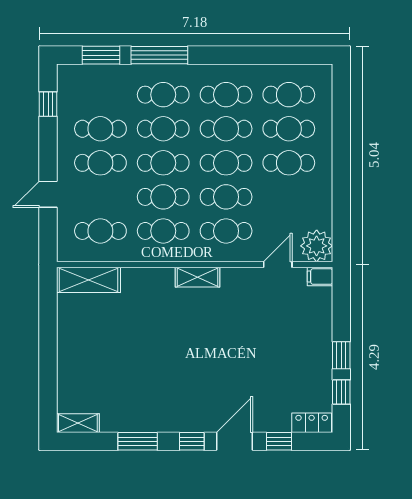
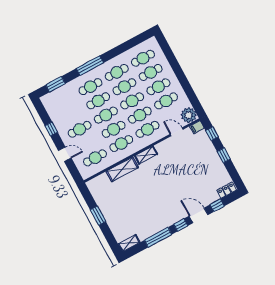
window: (159, 55) -> (90, 66), moved
window: (48, 104) -> (51, 129), moved
cafe table: (100, 129) -> (166, 101), moved
door: (48, 194) -> (65, 154), swing flipped
door: (278, 264) -> (177, 132), hinge flipped
shelving: (89, 280) -> (122, 169), moved
window: (48, 341) -> (98, 216), added
window: (341, 392) -> (212, 134), moved
window: (138, 441) -> (158, 237), width x1.44
door: (234, 441) -> (199, 215), hinge flipped

